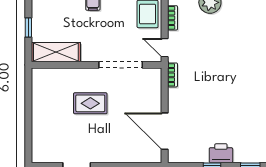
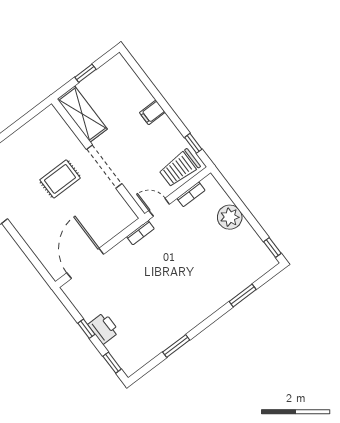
door: (165, 48) -> (159, 207), hinge flipped
doorway: (121, 65) -> (104, 167), moved
rug: (90, 103) -> (60, 179), turned 90

